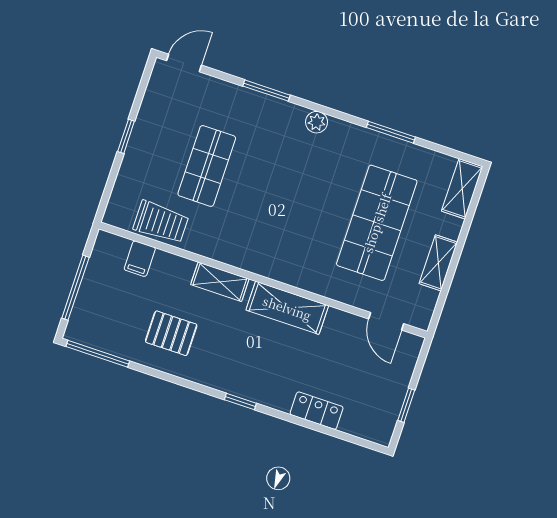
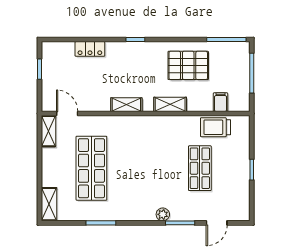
door: (184, 63) -> (217, 223), moved
plant: (317, 122) -> (163, 214), moved
shelving: (438, 263) -> (48, 131), moved
shelving: (287, 308) -> (126, 105), width x0.67, depth x0.75
pallet: (171, 333) -> (188, 65), width x1.50, depth x1.42

